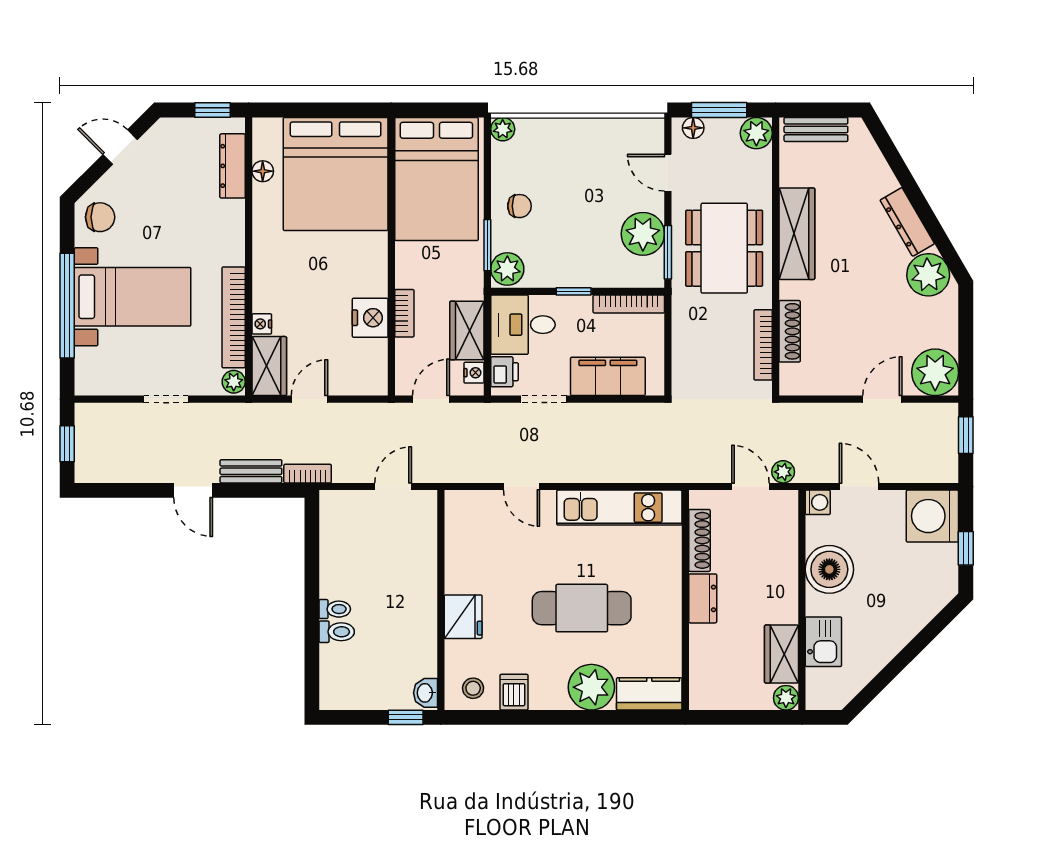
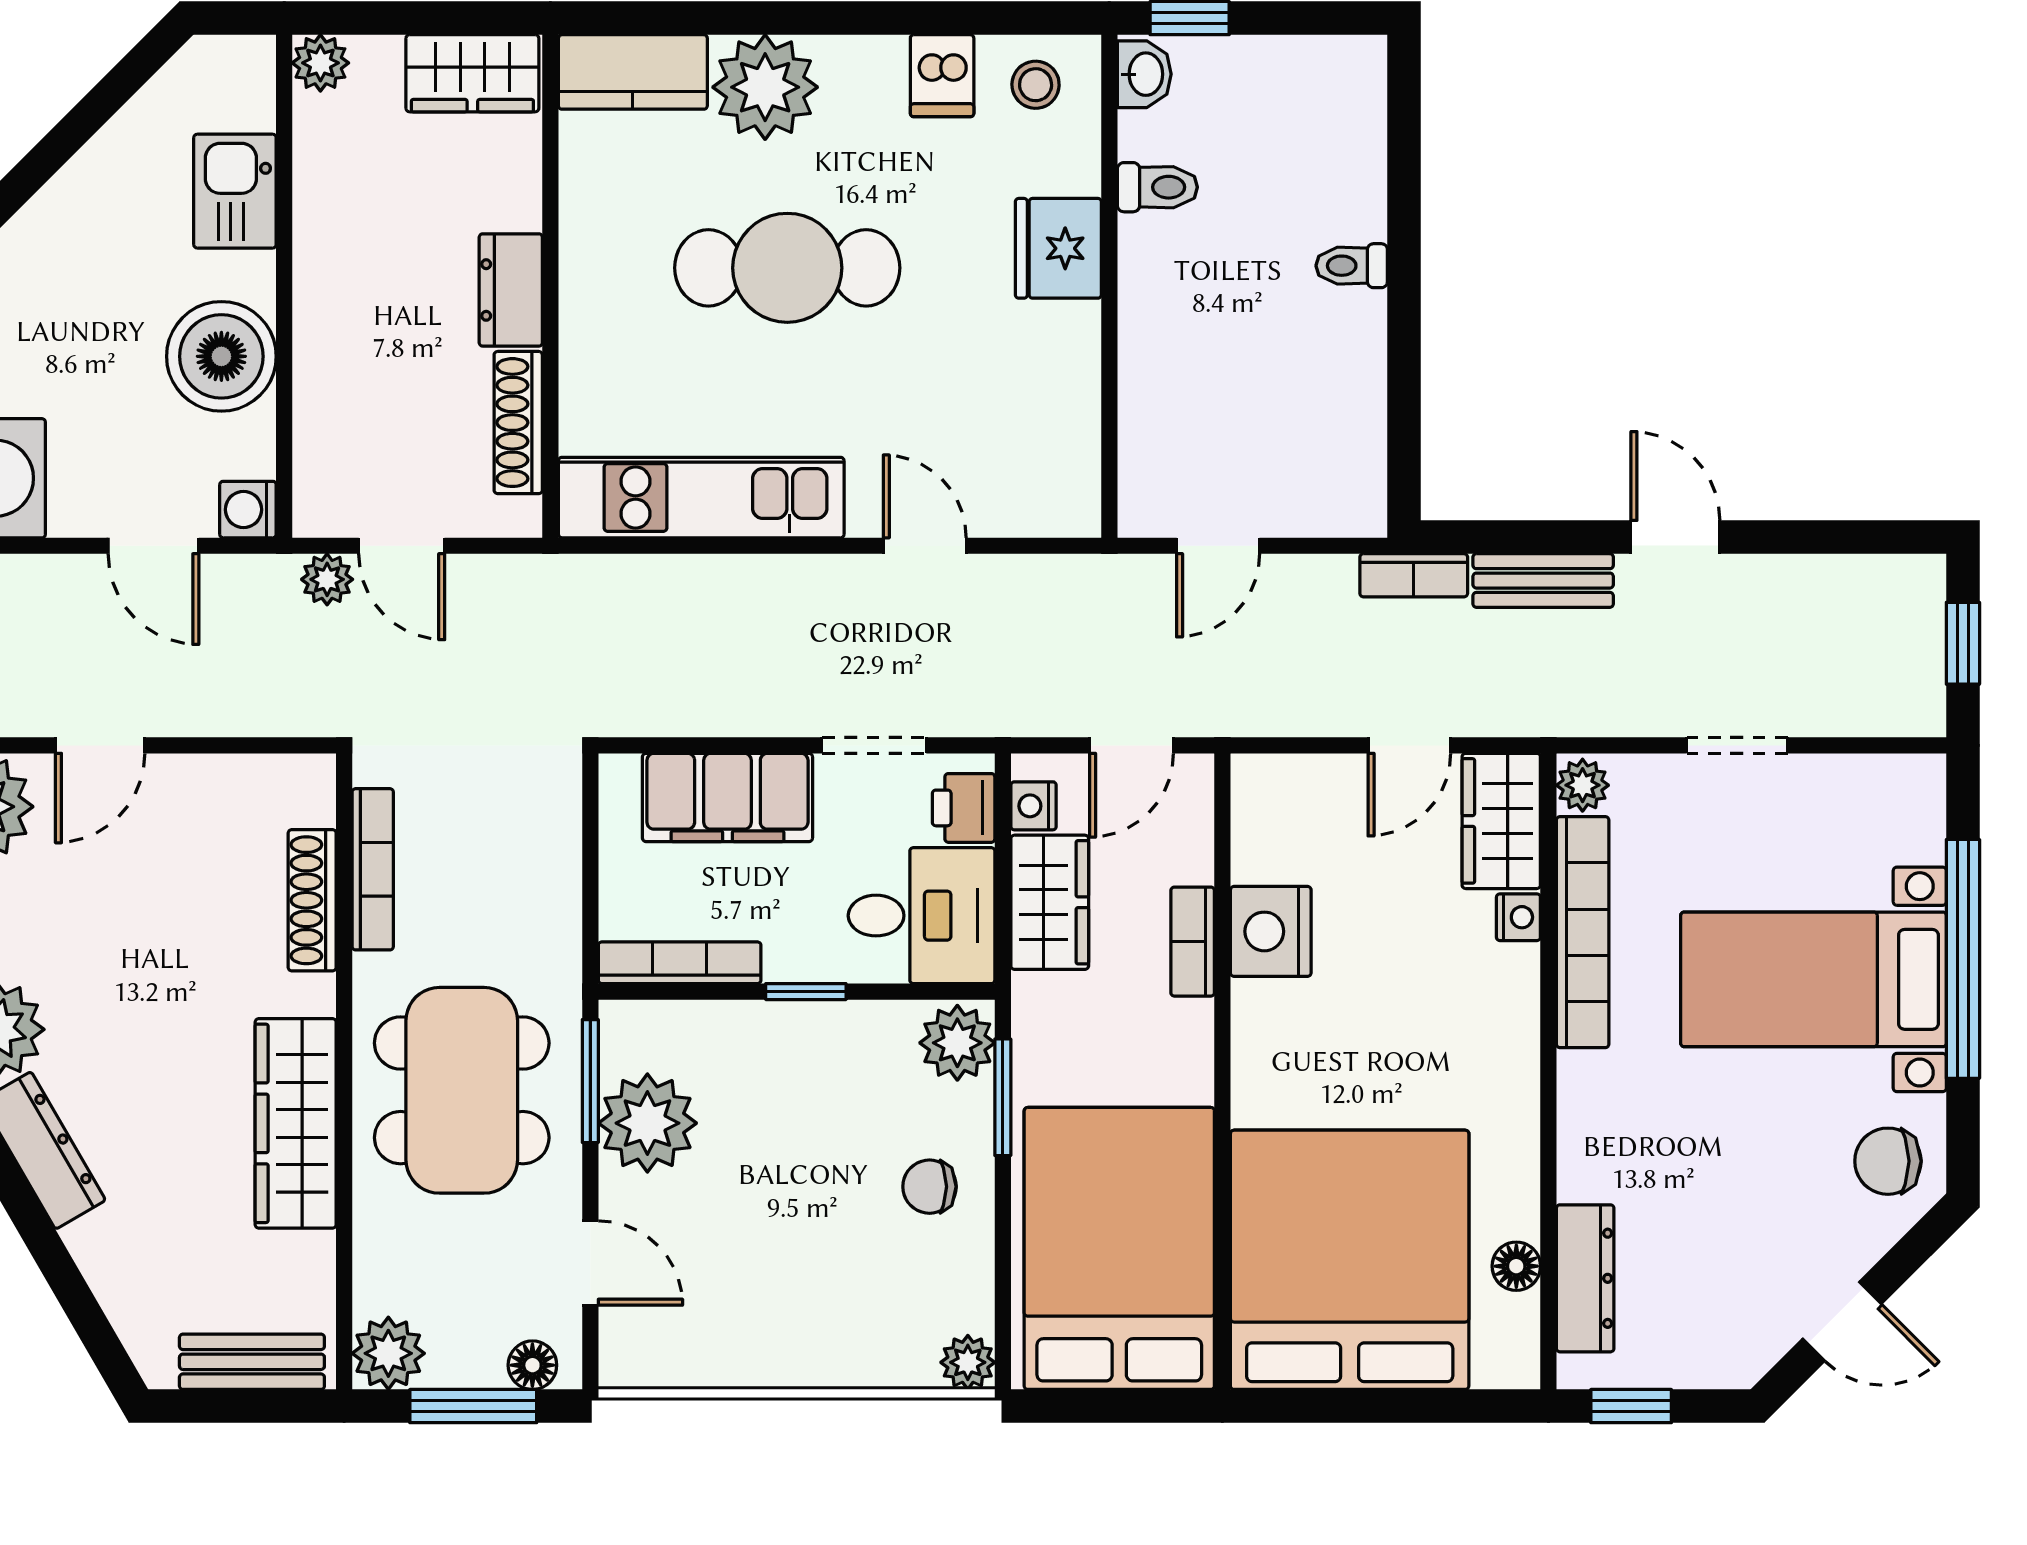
toilet: (337, 632) -> (1157, 187), moved, turned 180
wardrobe: (781, 654) -> (472, 73), moved, turned 90

